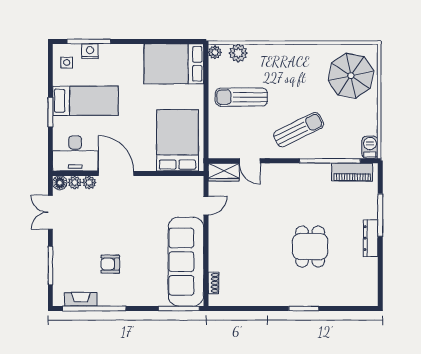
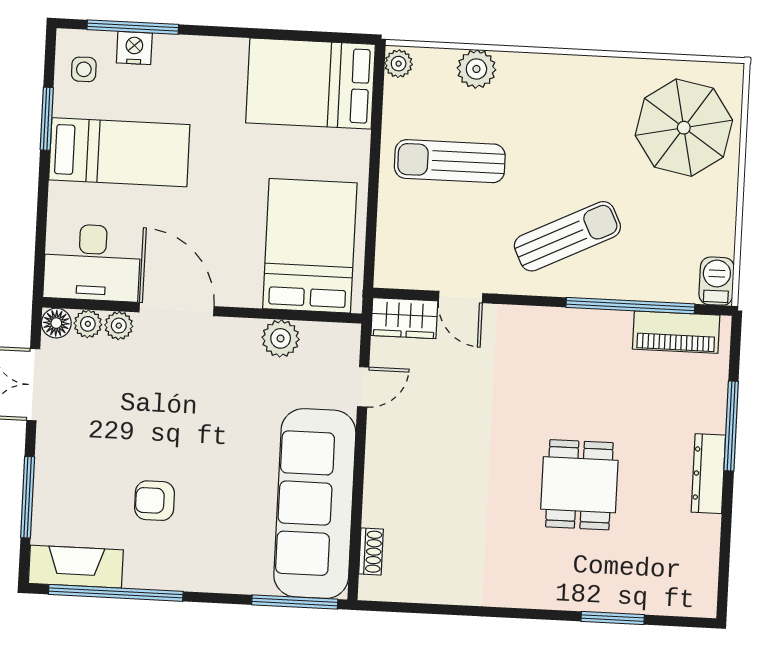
plant: (238, 53) -> (476, 69), moved
window: (50, 112) -> (47, 119), moved
plant: (166, 185) -> (281, 338), added
fireplace: (81, 299) -> (76, 567), width x1.37, depth x1.32
window: (304, 309) -> (613, 618), moved

